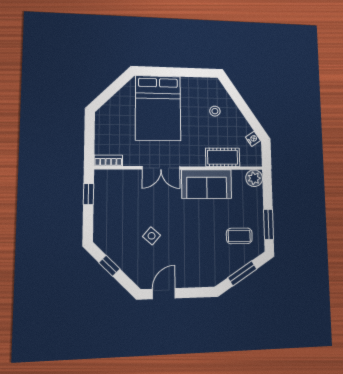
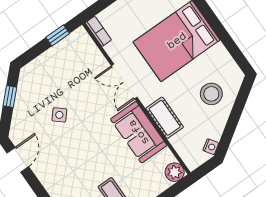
stool: (215, 111) -> (211, 94), width x1.89, depth x1.89
cot: (223, 157) -> (165, 118), moved
door: (164, 294) -> (18, 160), hinge flipped

